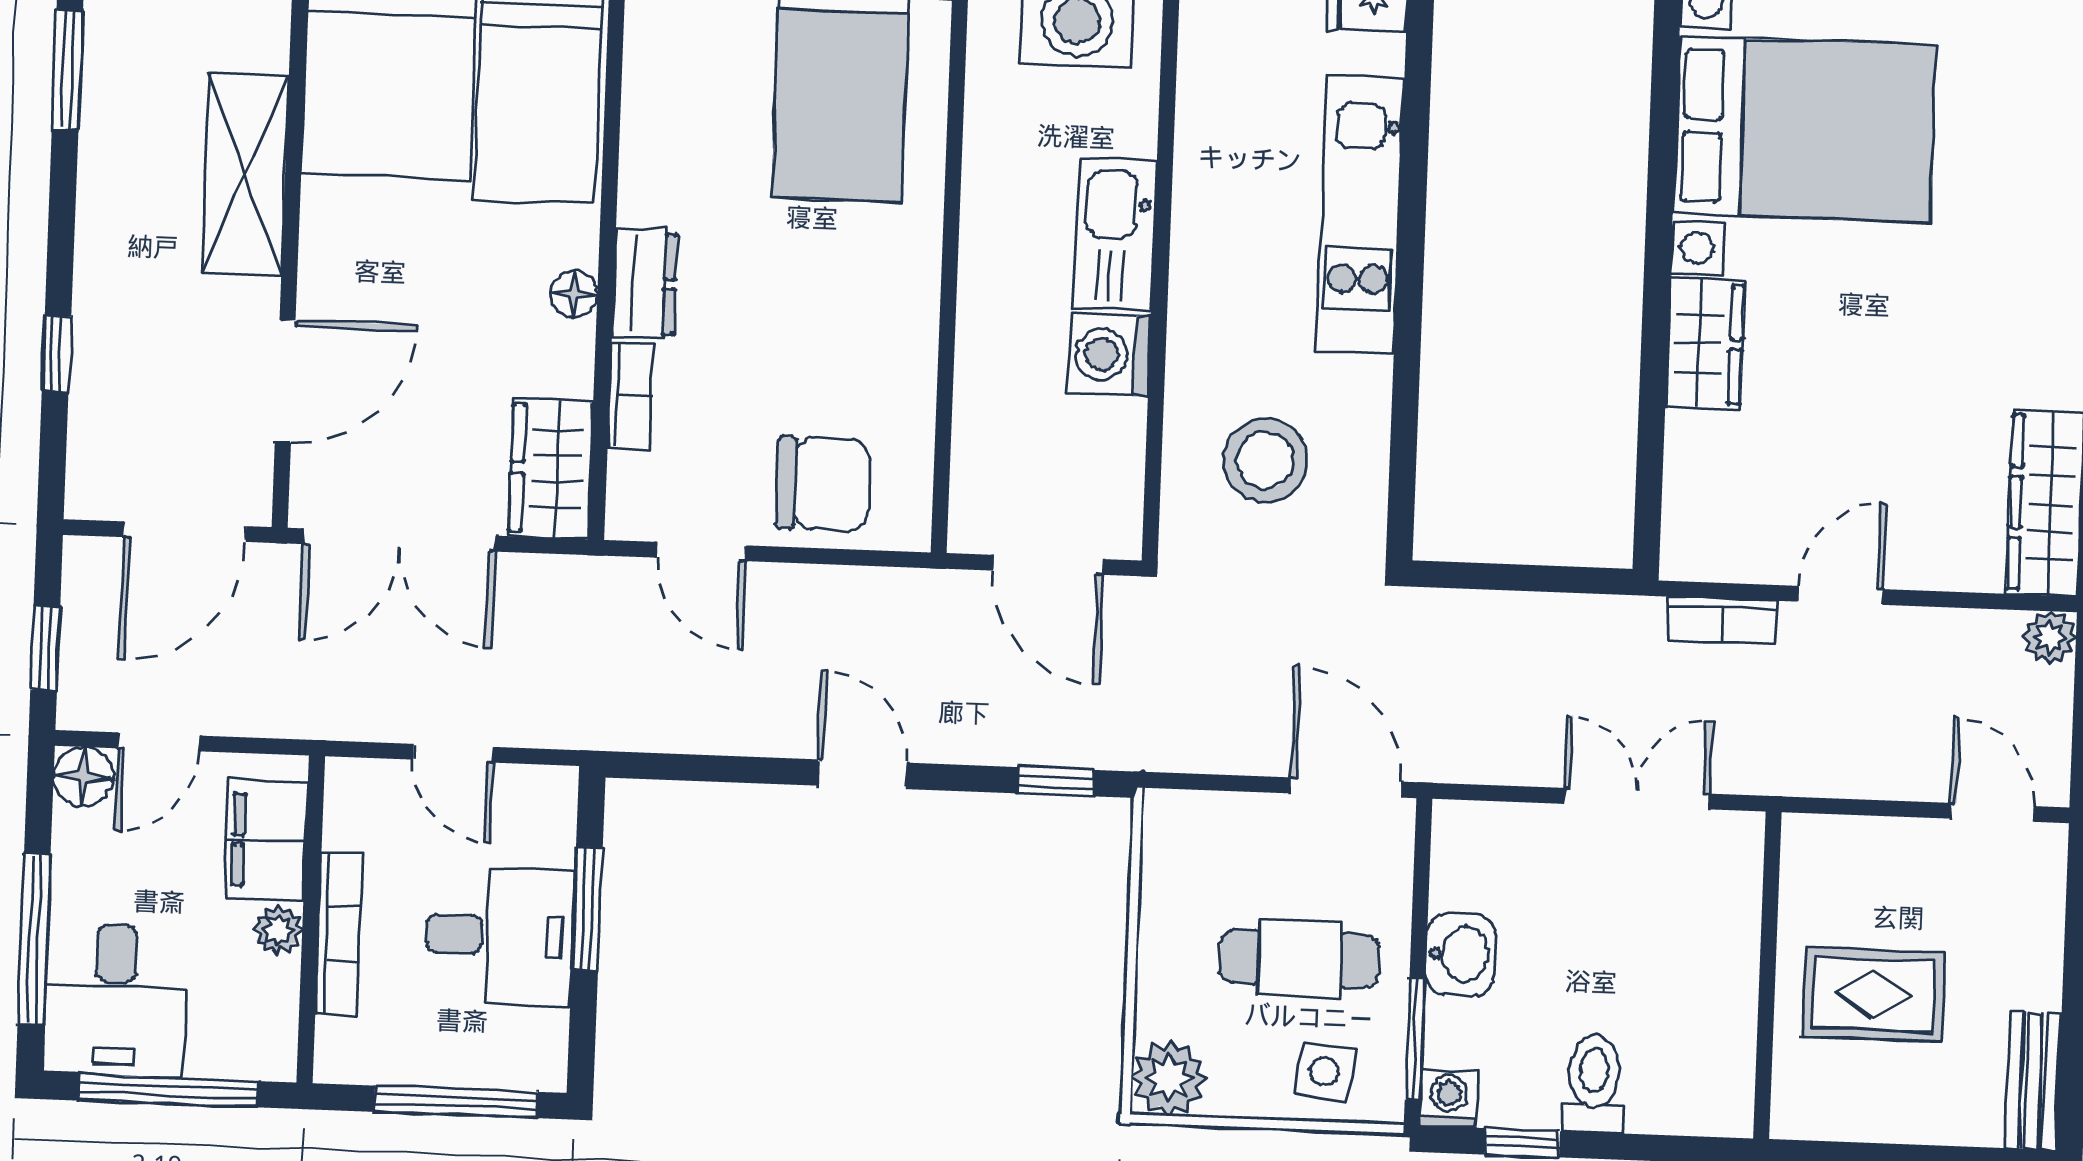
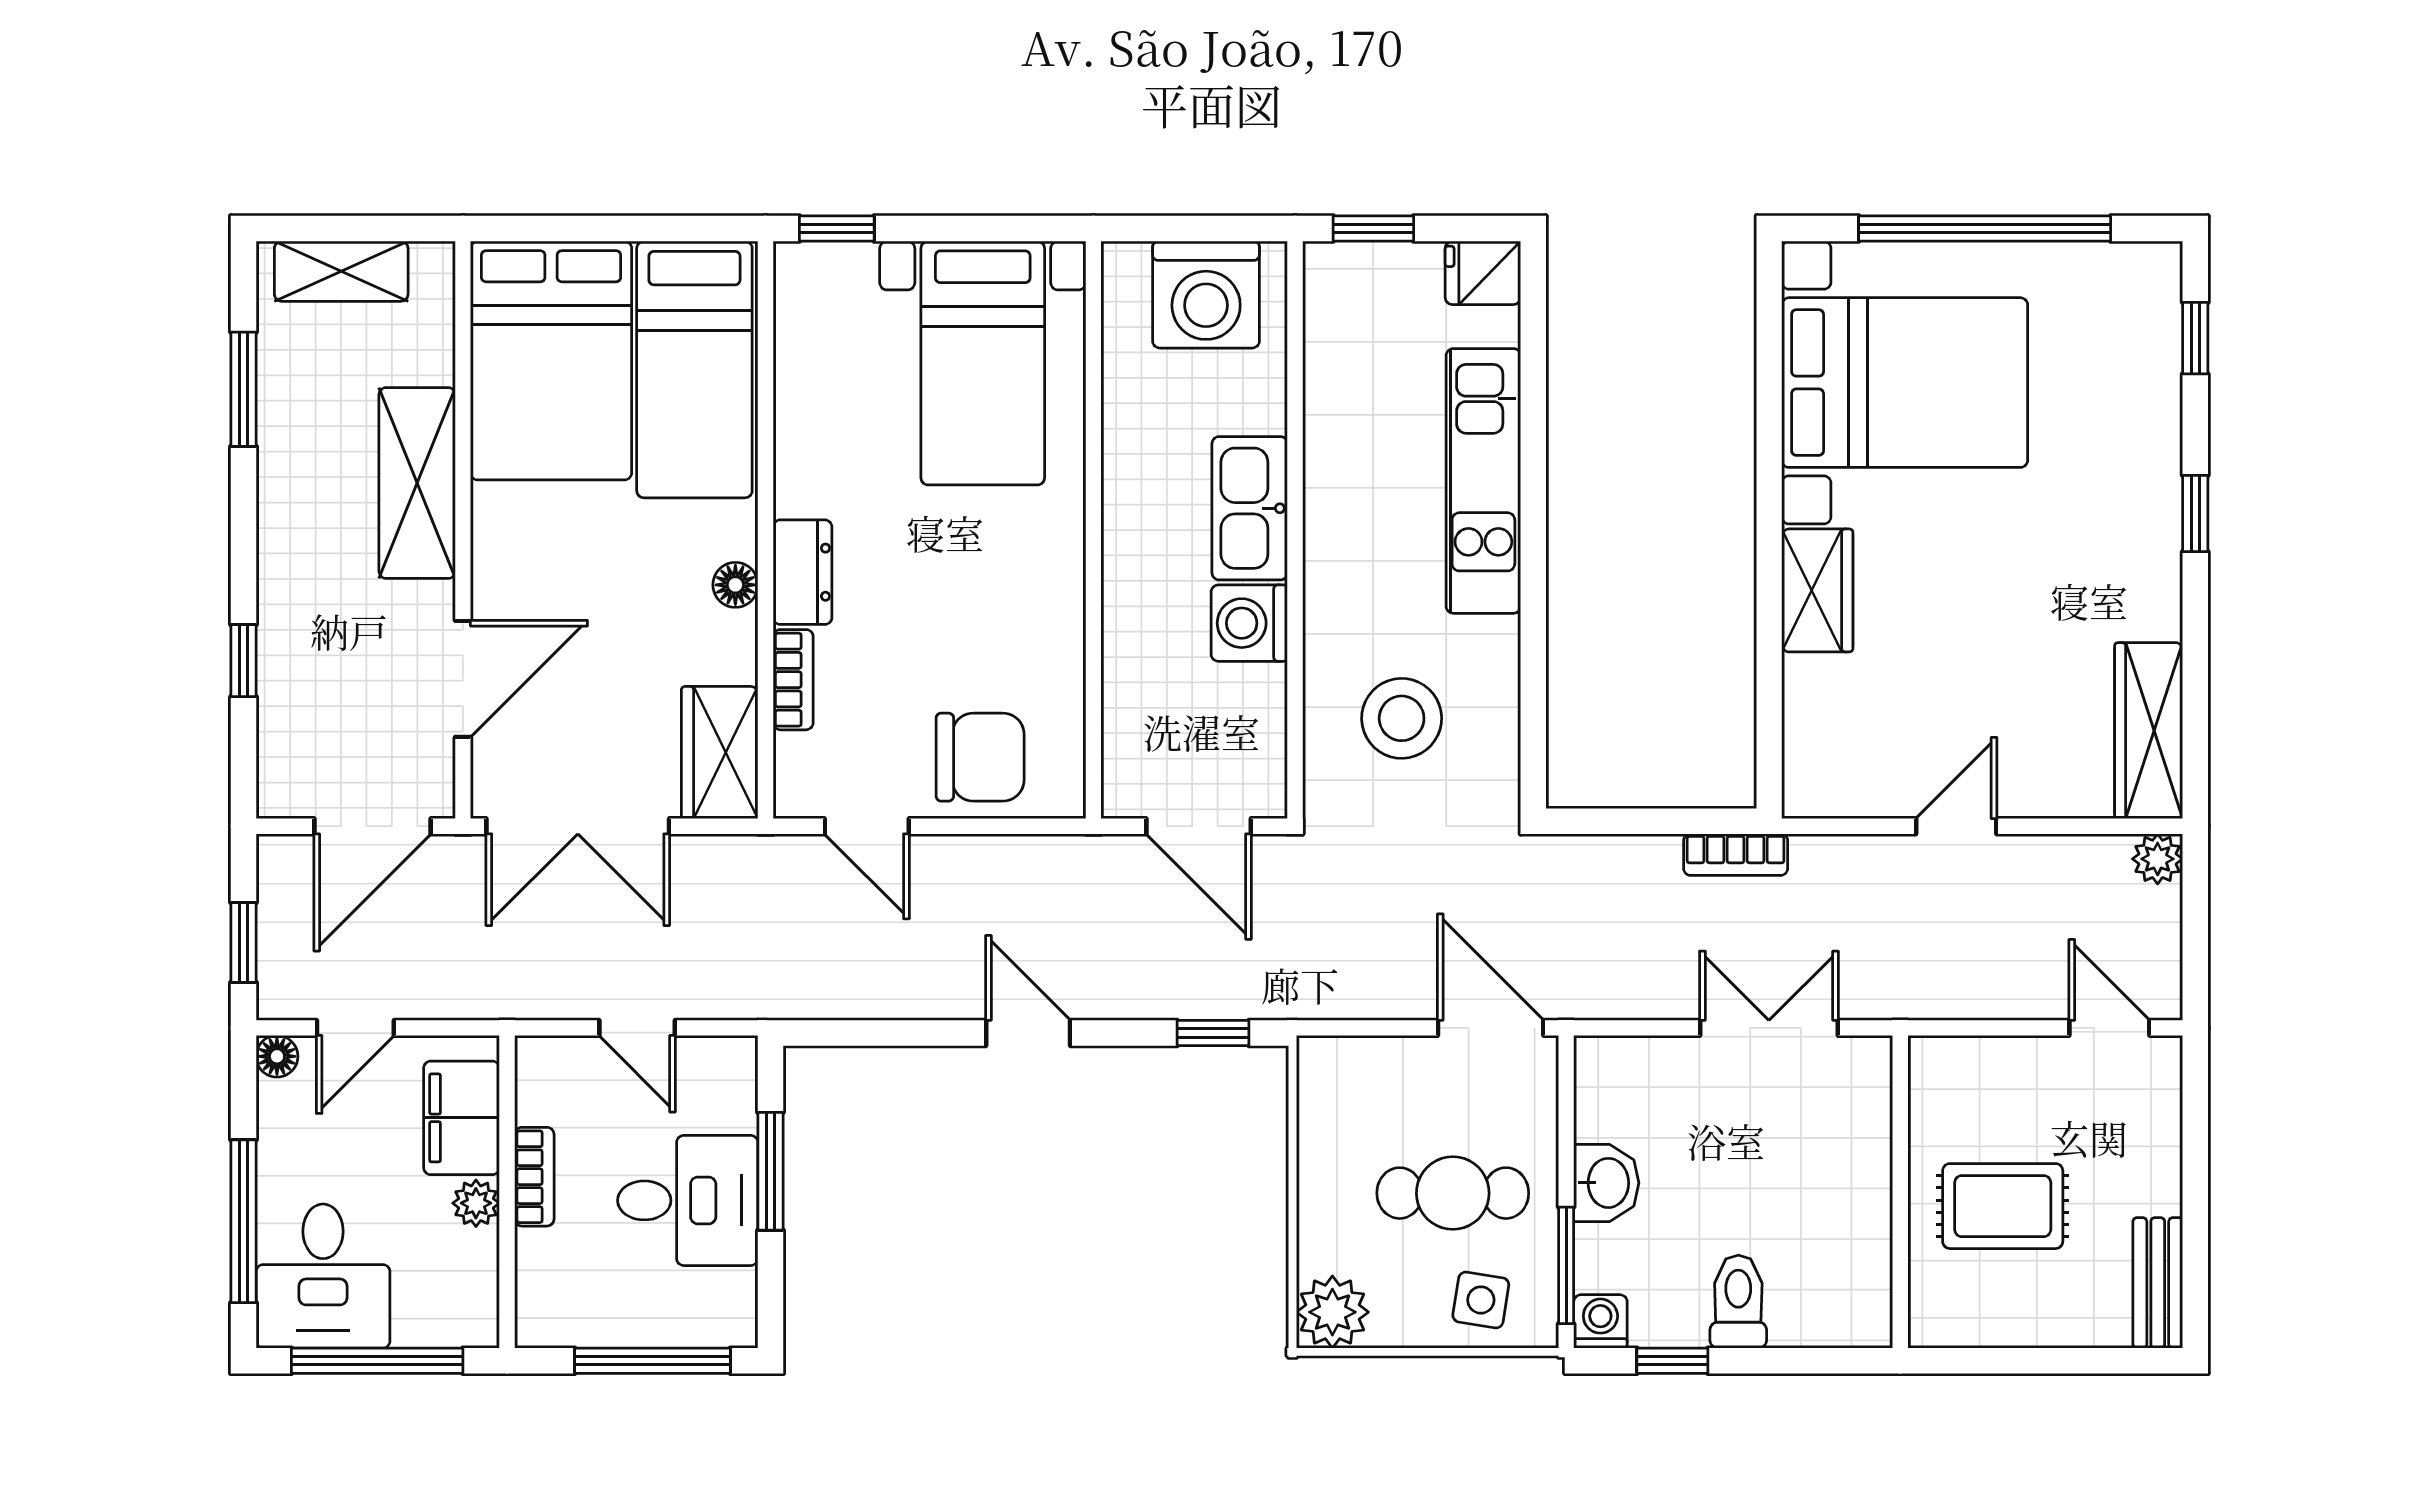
bookcase: (1722, 620) -> (1736, 855), moved
floor lamp: (83, 777) -> (277, 1056), width x0.73, depth x0.73
bookcase: (339, 934) -> (534, 1177), width x0.64

